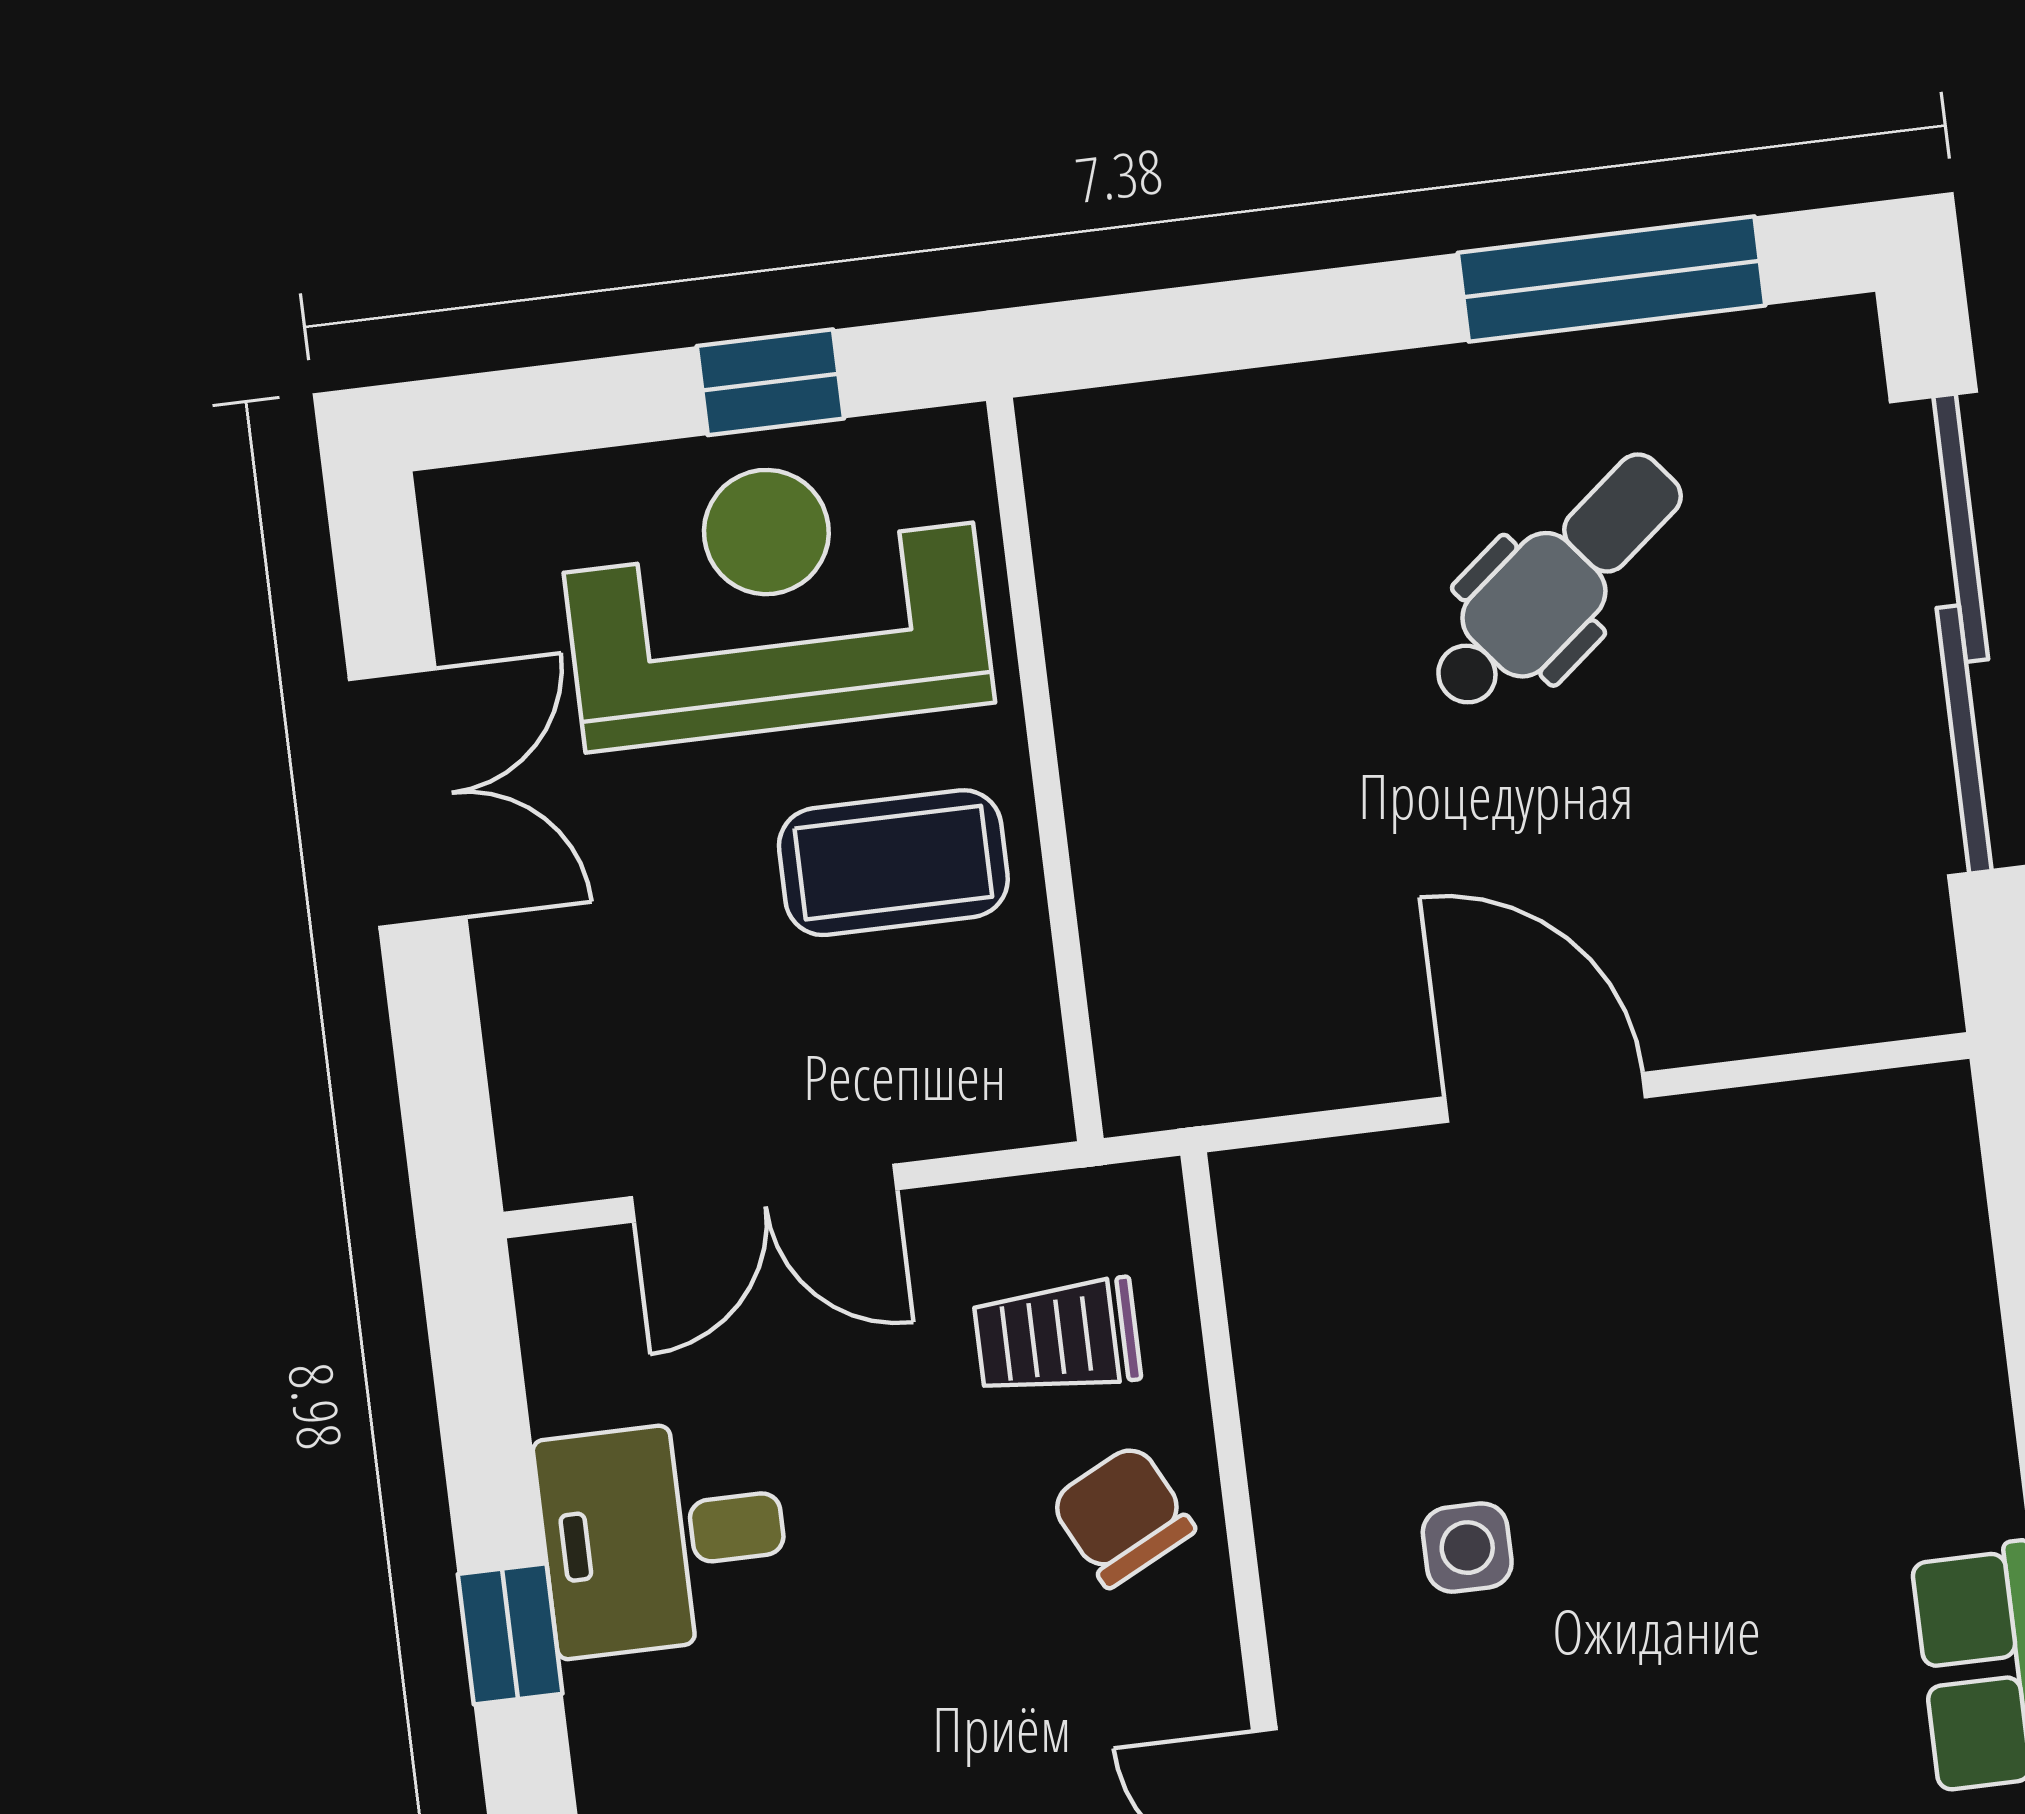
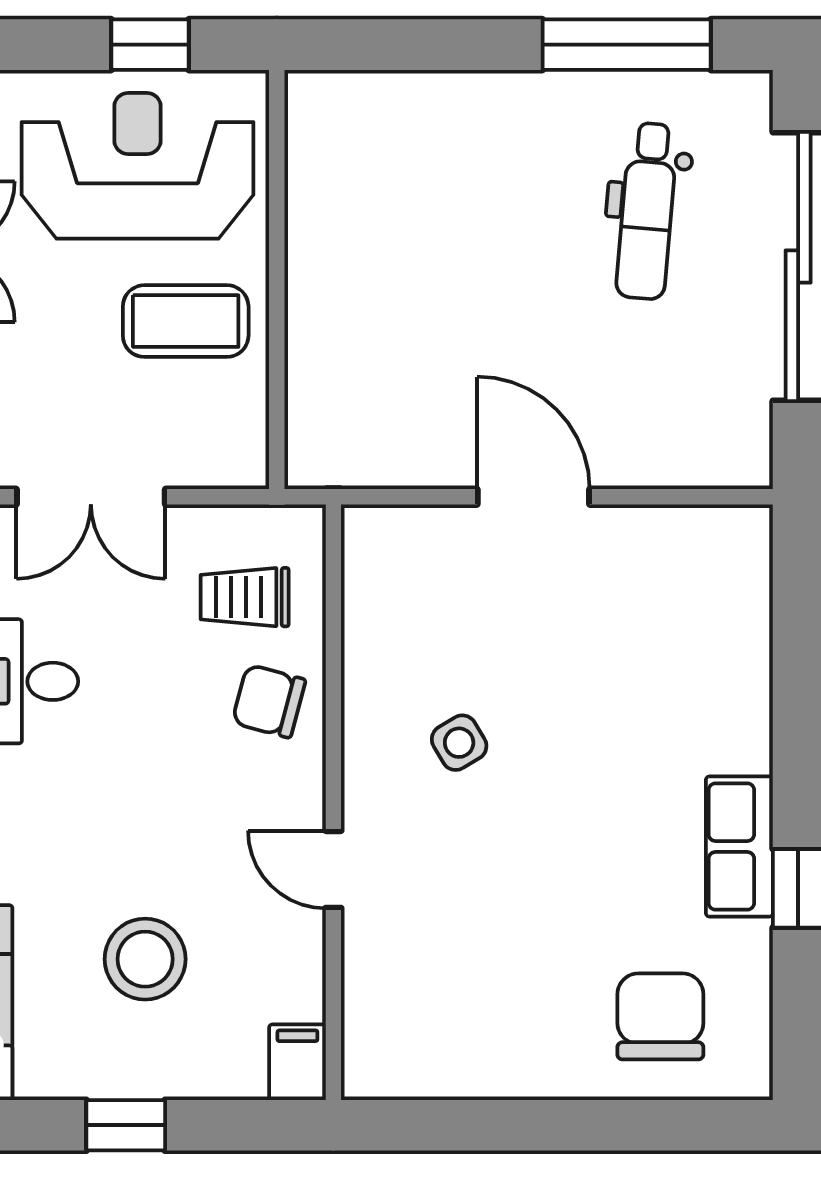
dental chair: (1556, 582) -> (647, 211), moved, turned 134
chair: (1122, 1516) -> (269, 701), turned -48
side table: (1467, 1548) -> (459, 743), turned -31

